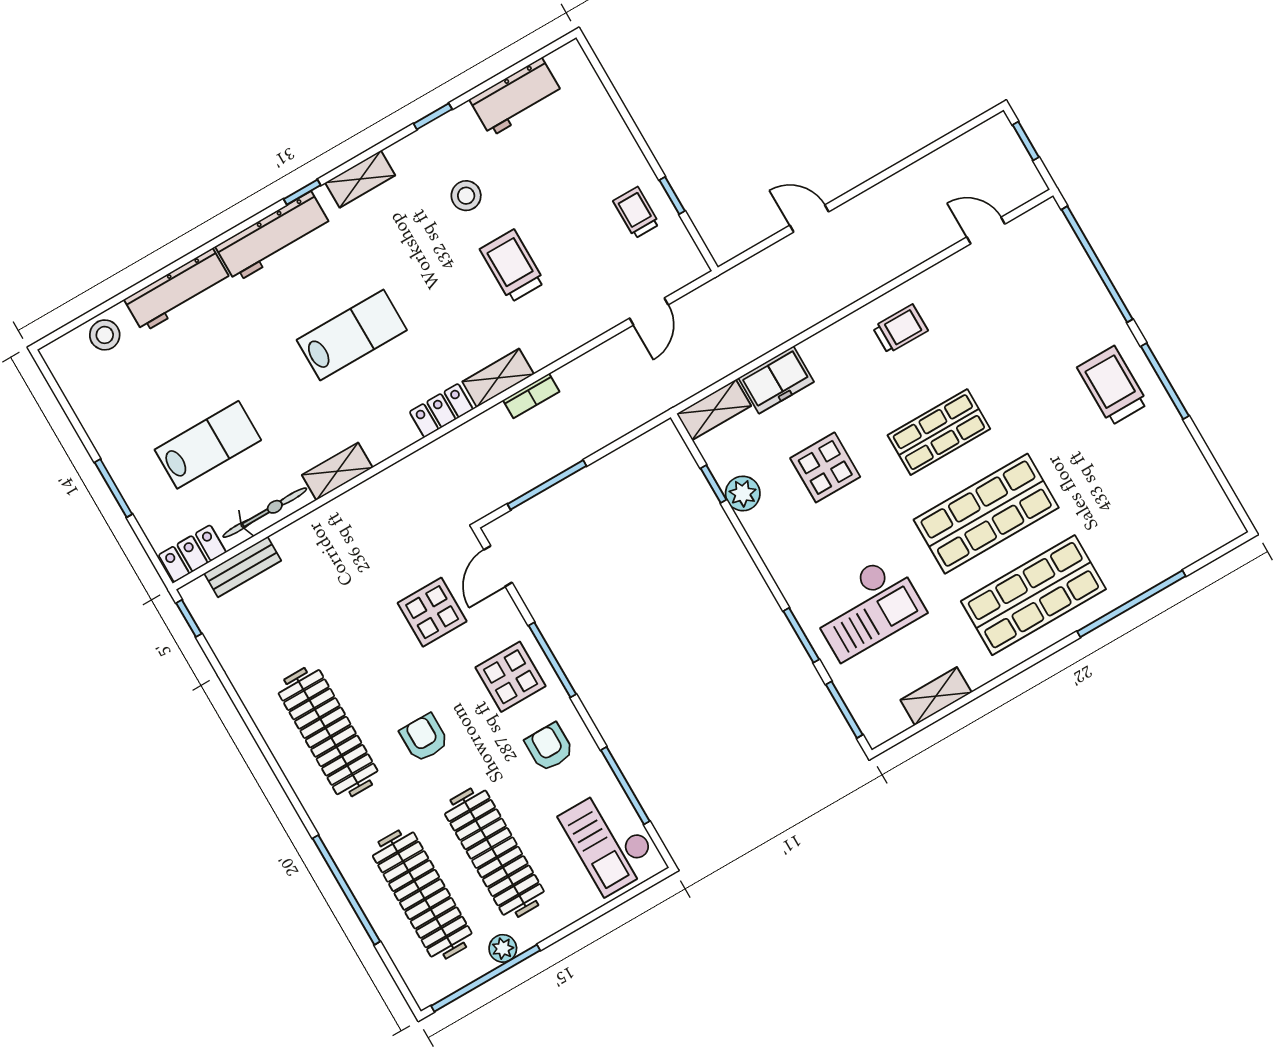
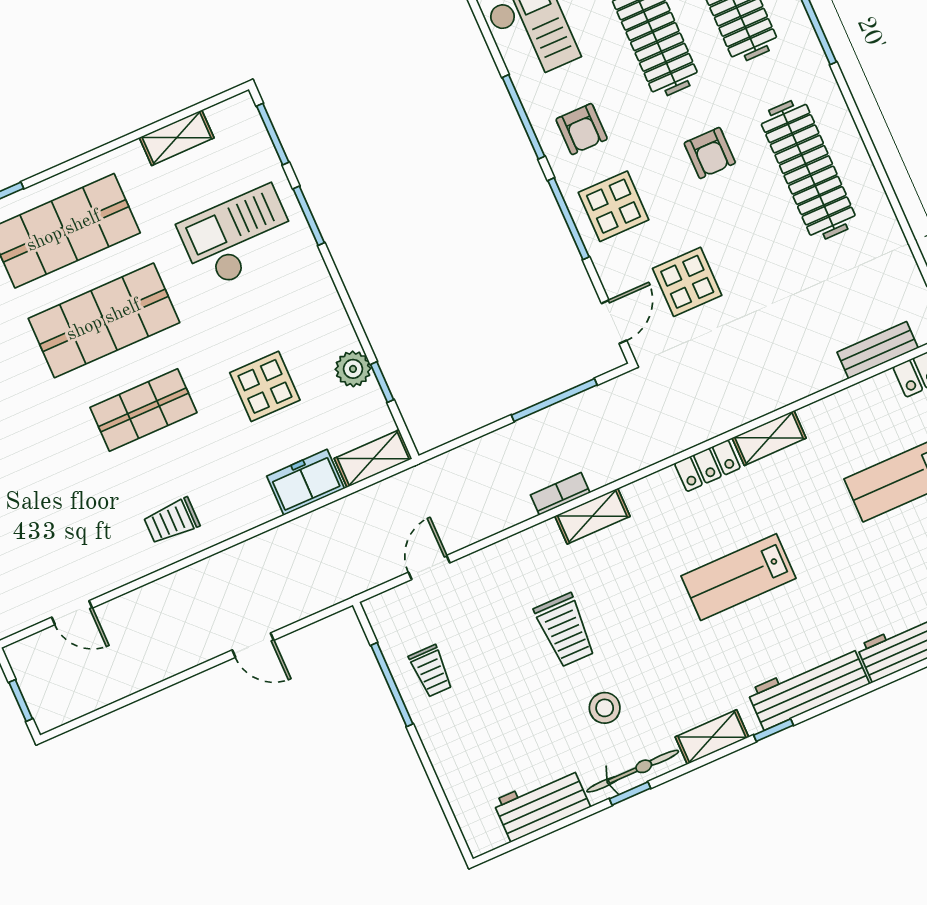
window: (672, 195) -> (392, 685), width x2.17
locker: (441, 411) -> (707, 466), moved
bicycle: (265, 513) -> (633, 771), moved, turned 180
window: (625, 786) -> (524, 117), moved

